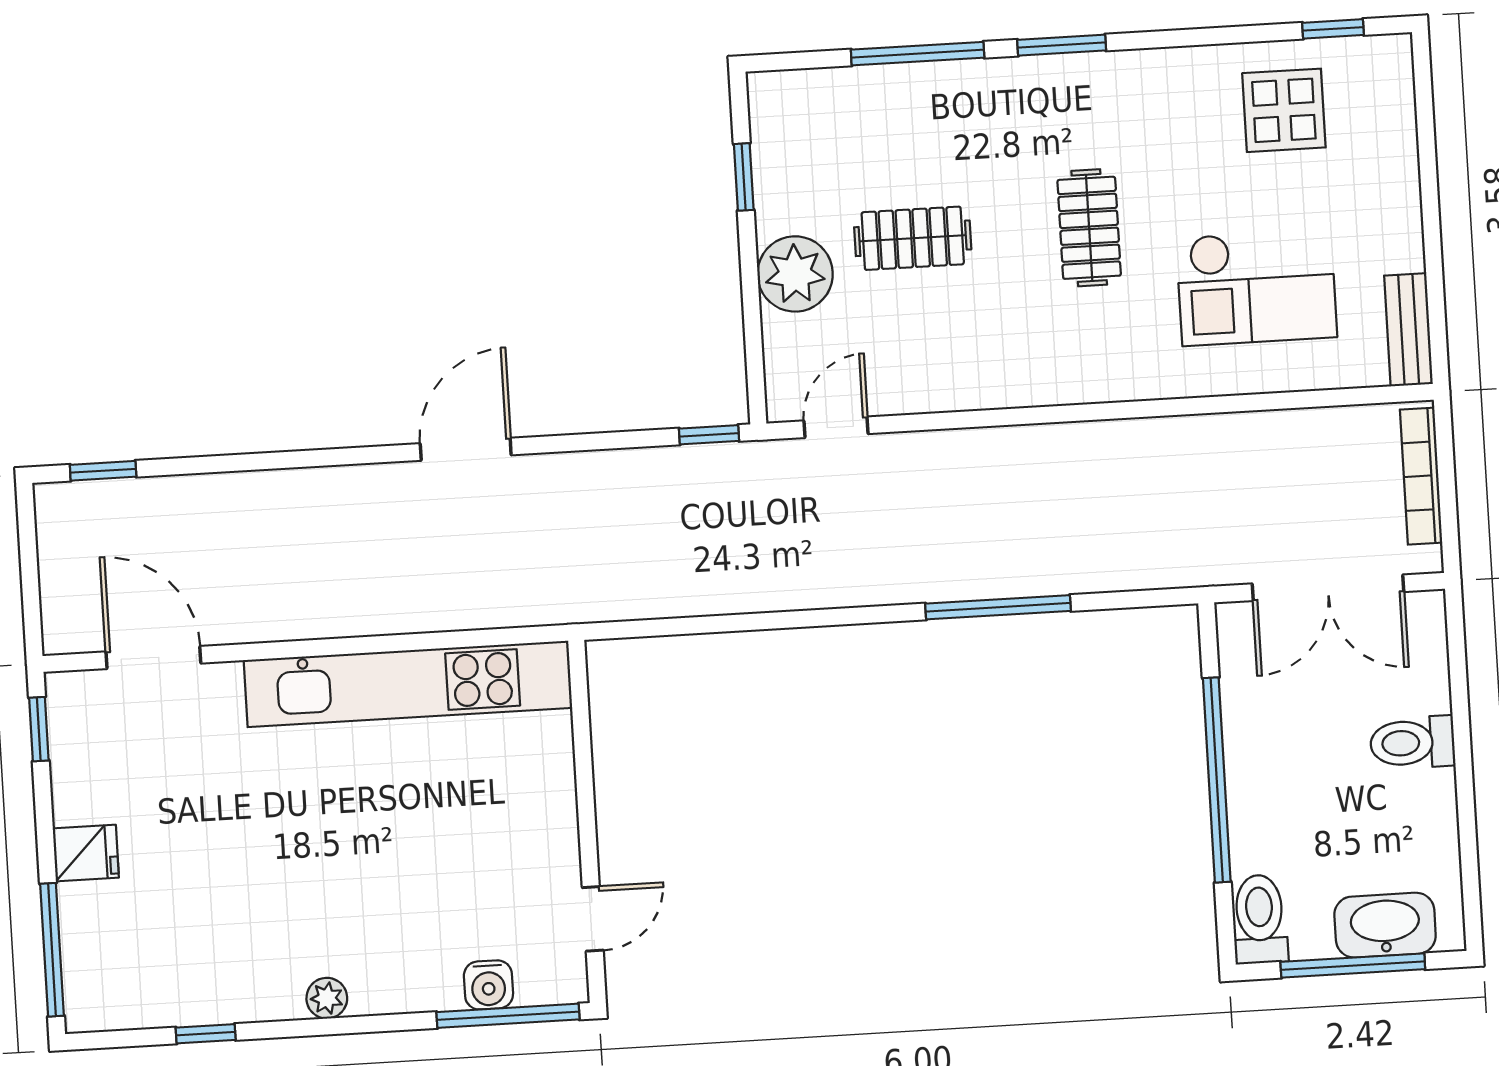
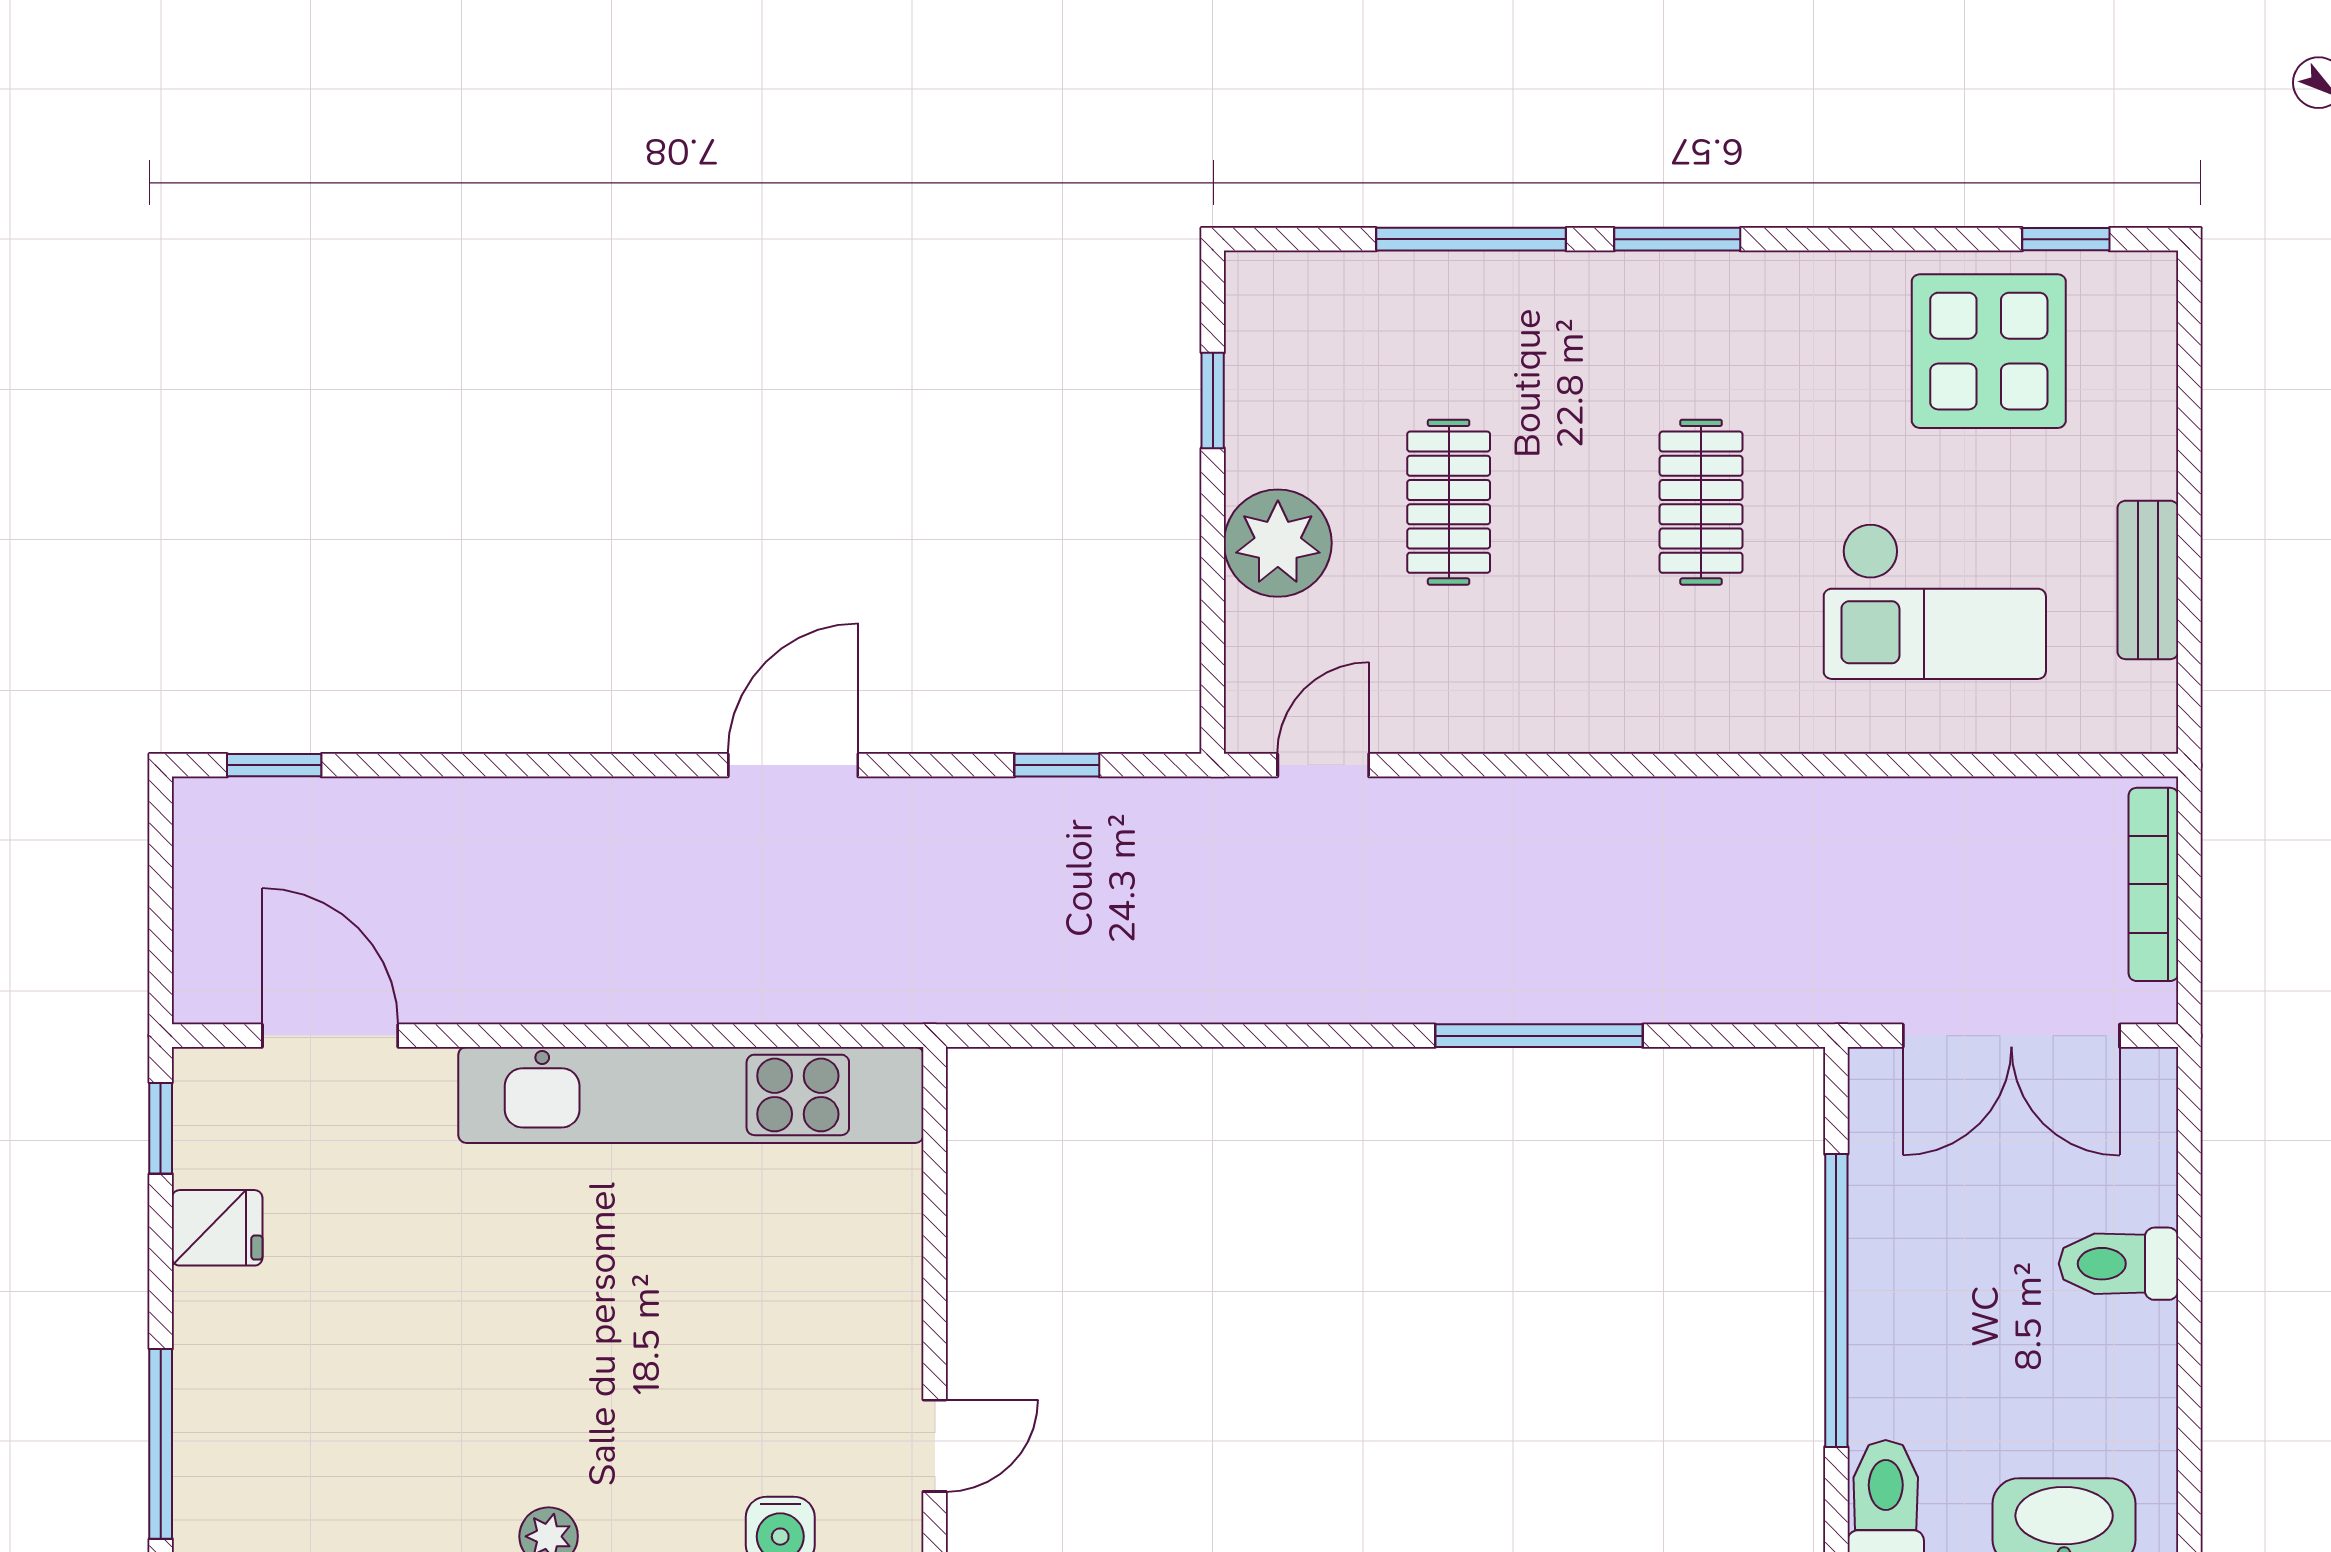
display table: (1284, 110) -> (1989, 351), width x1.36, depth x1.36
clothes rail: (913, 238) -> (1449, 502), turned 90
bench: (1409, 330) -> (2148, 580), moved
window: (709, 435) -> (1057, 765), moved
fridge: (86, 853) -> (217, 1228), moved

